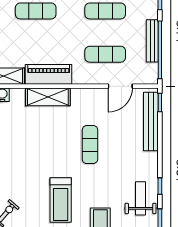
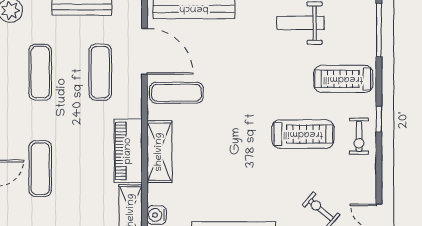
door: (120, 86) -> (145, 51), width x1.36
exercise mat: (90, 145) -> (176, 93), moved

